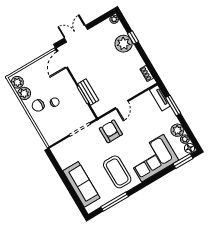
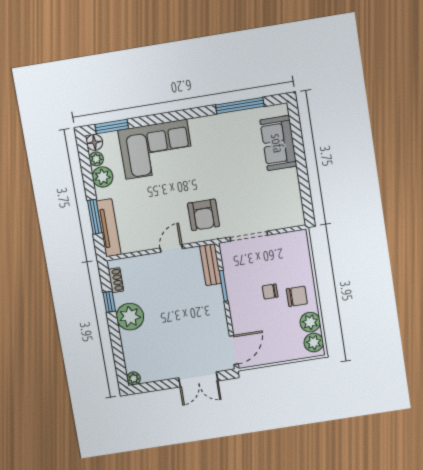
window: (133, 37) -> (109, 302), moved
plant: (124, 44) -> (130, 317), moved
bench: (88, 92) -> (210, 265), moved
tv unit: (160, 98) -> (109, 228), width x1.41
coffee table: (117, 172) -> (218, 150), removed
sofa: (81, 184) -> (278, 143), width x0.73

